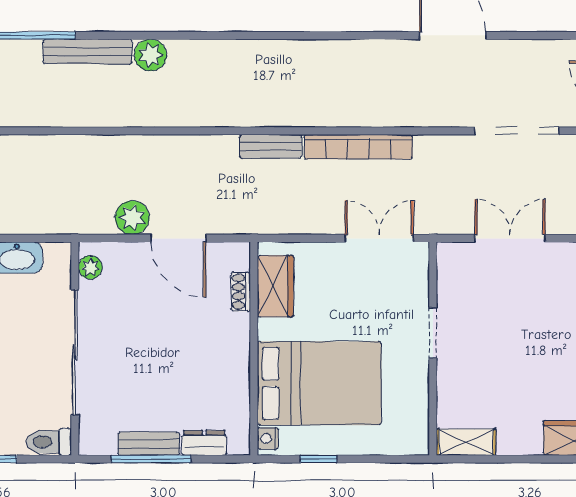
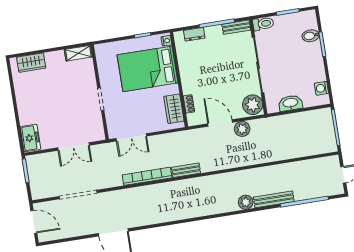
plant: (90, 267) -> (253, 105), width x1.88, depth x1.88
bench: (149, 444) -> (236, 27), moved

